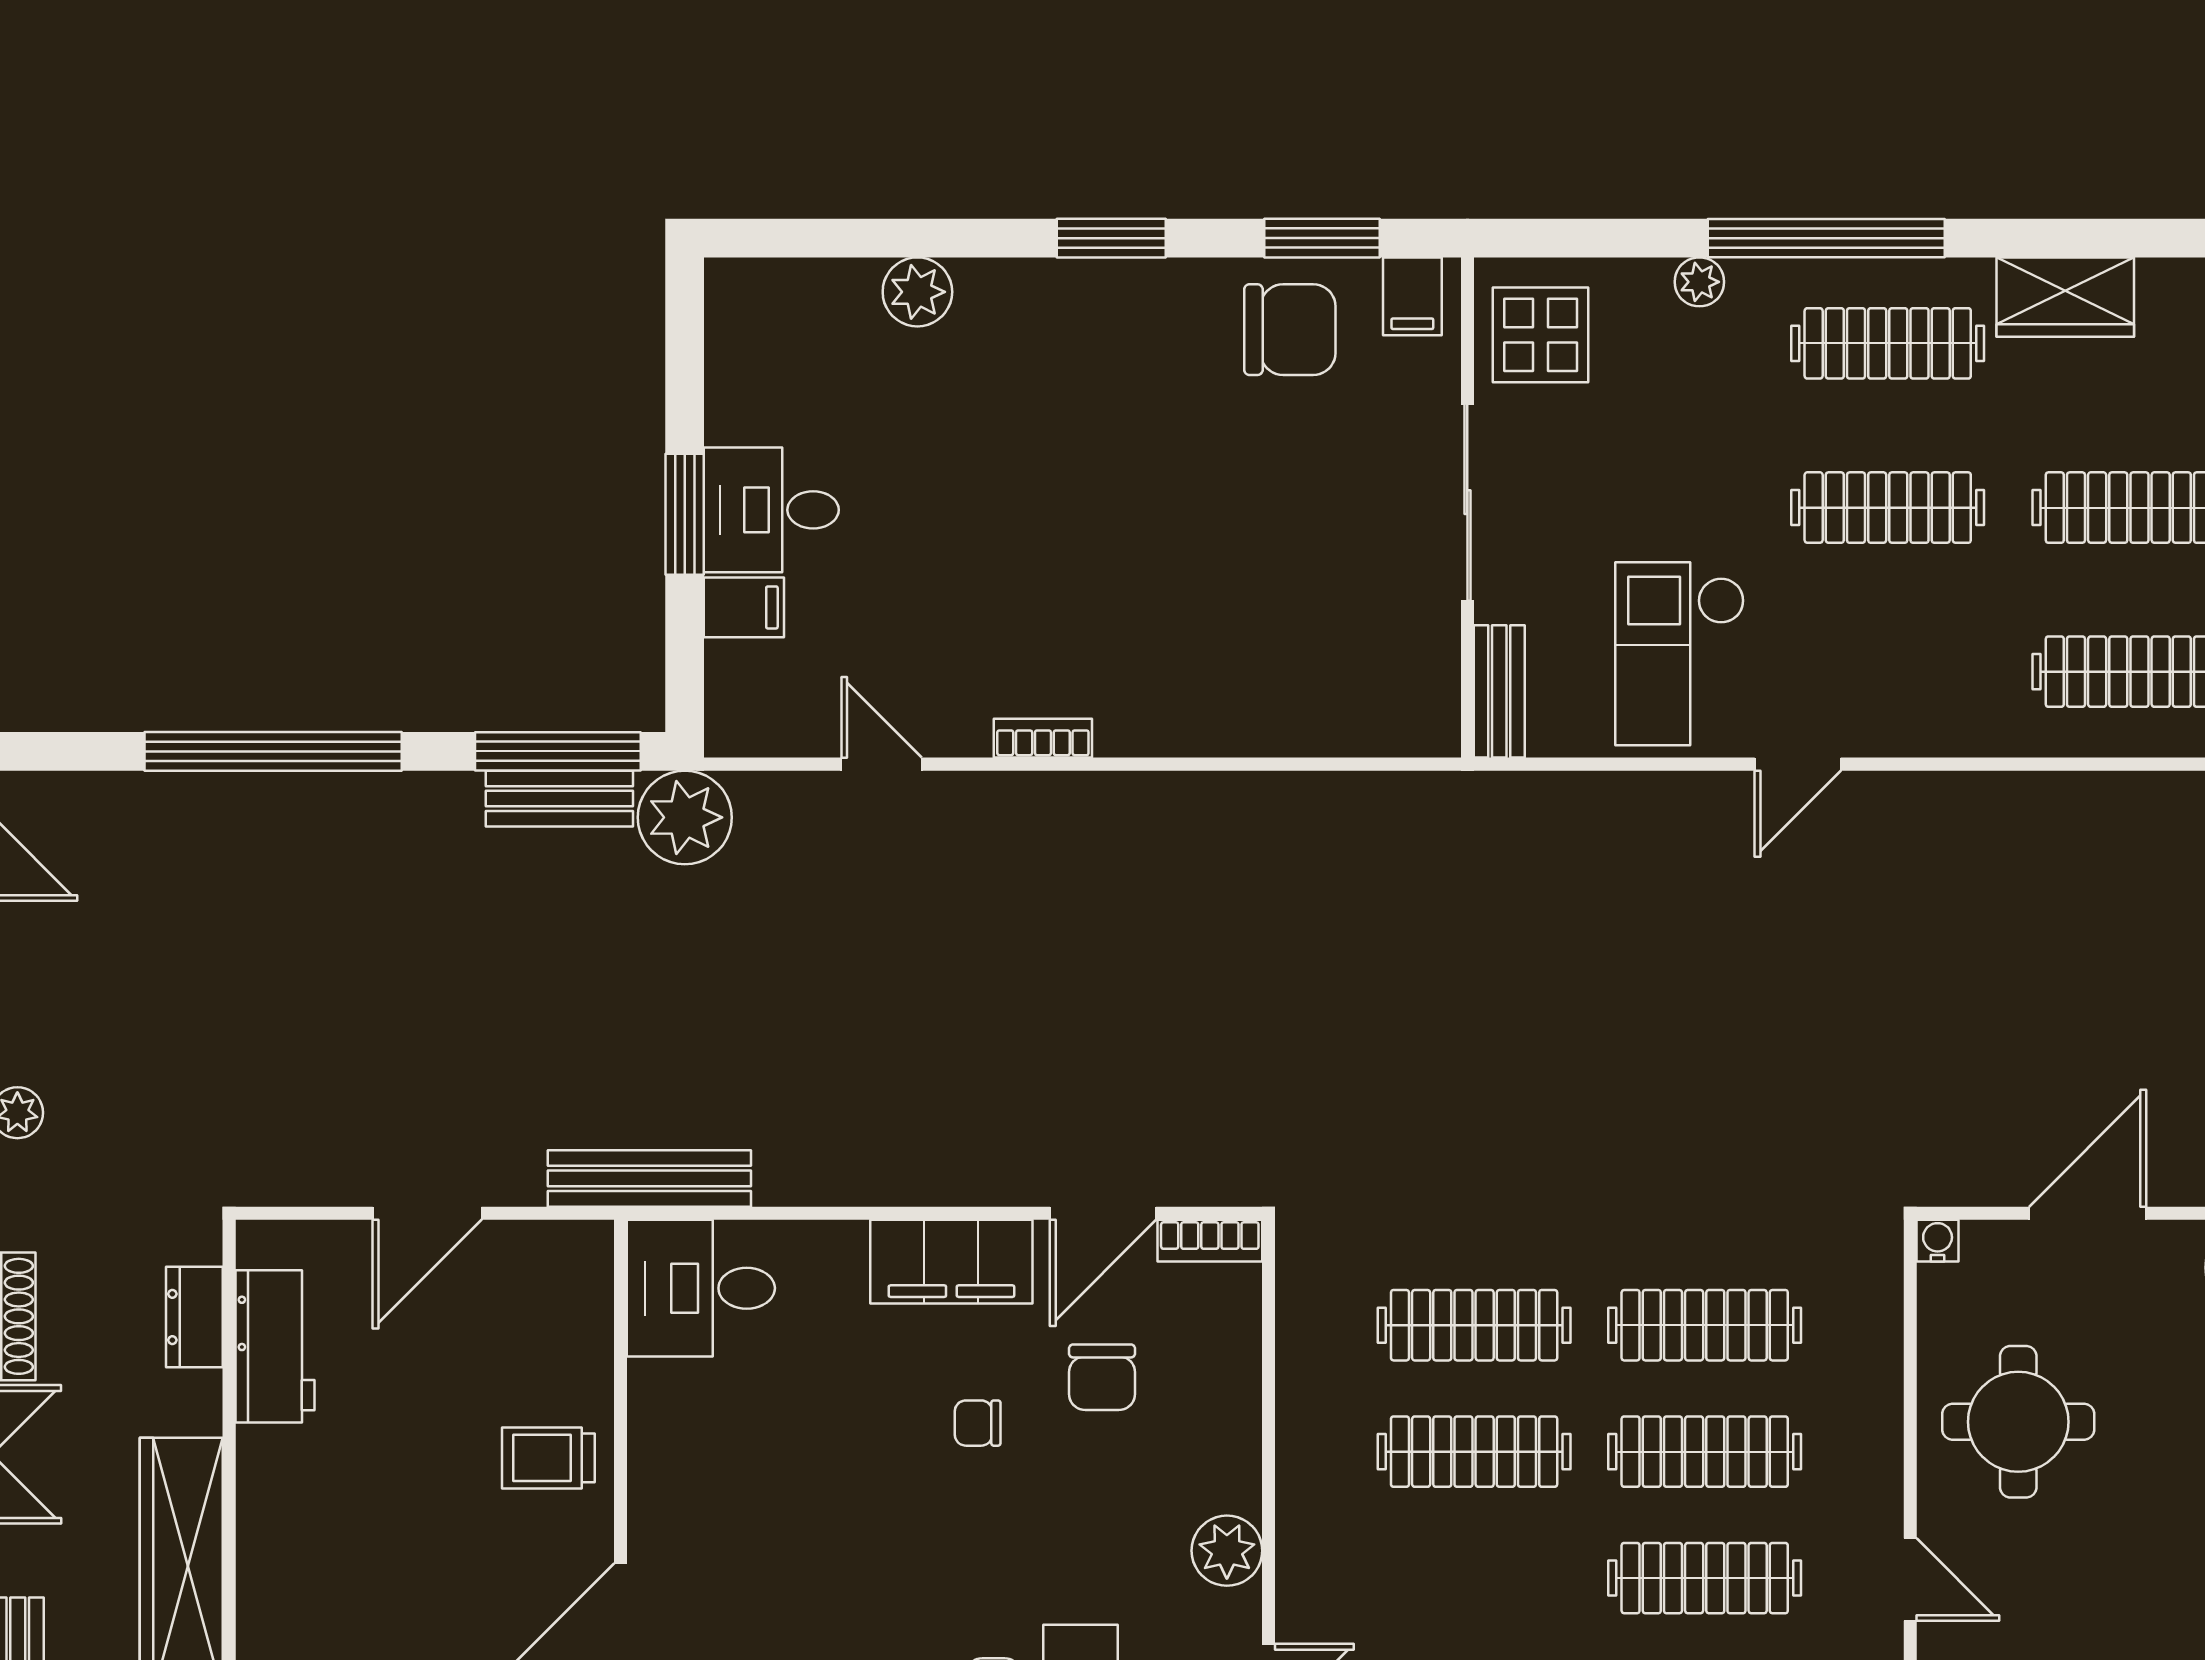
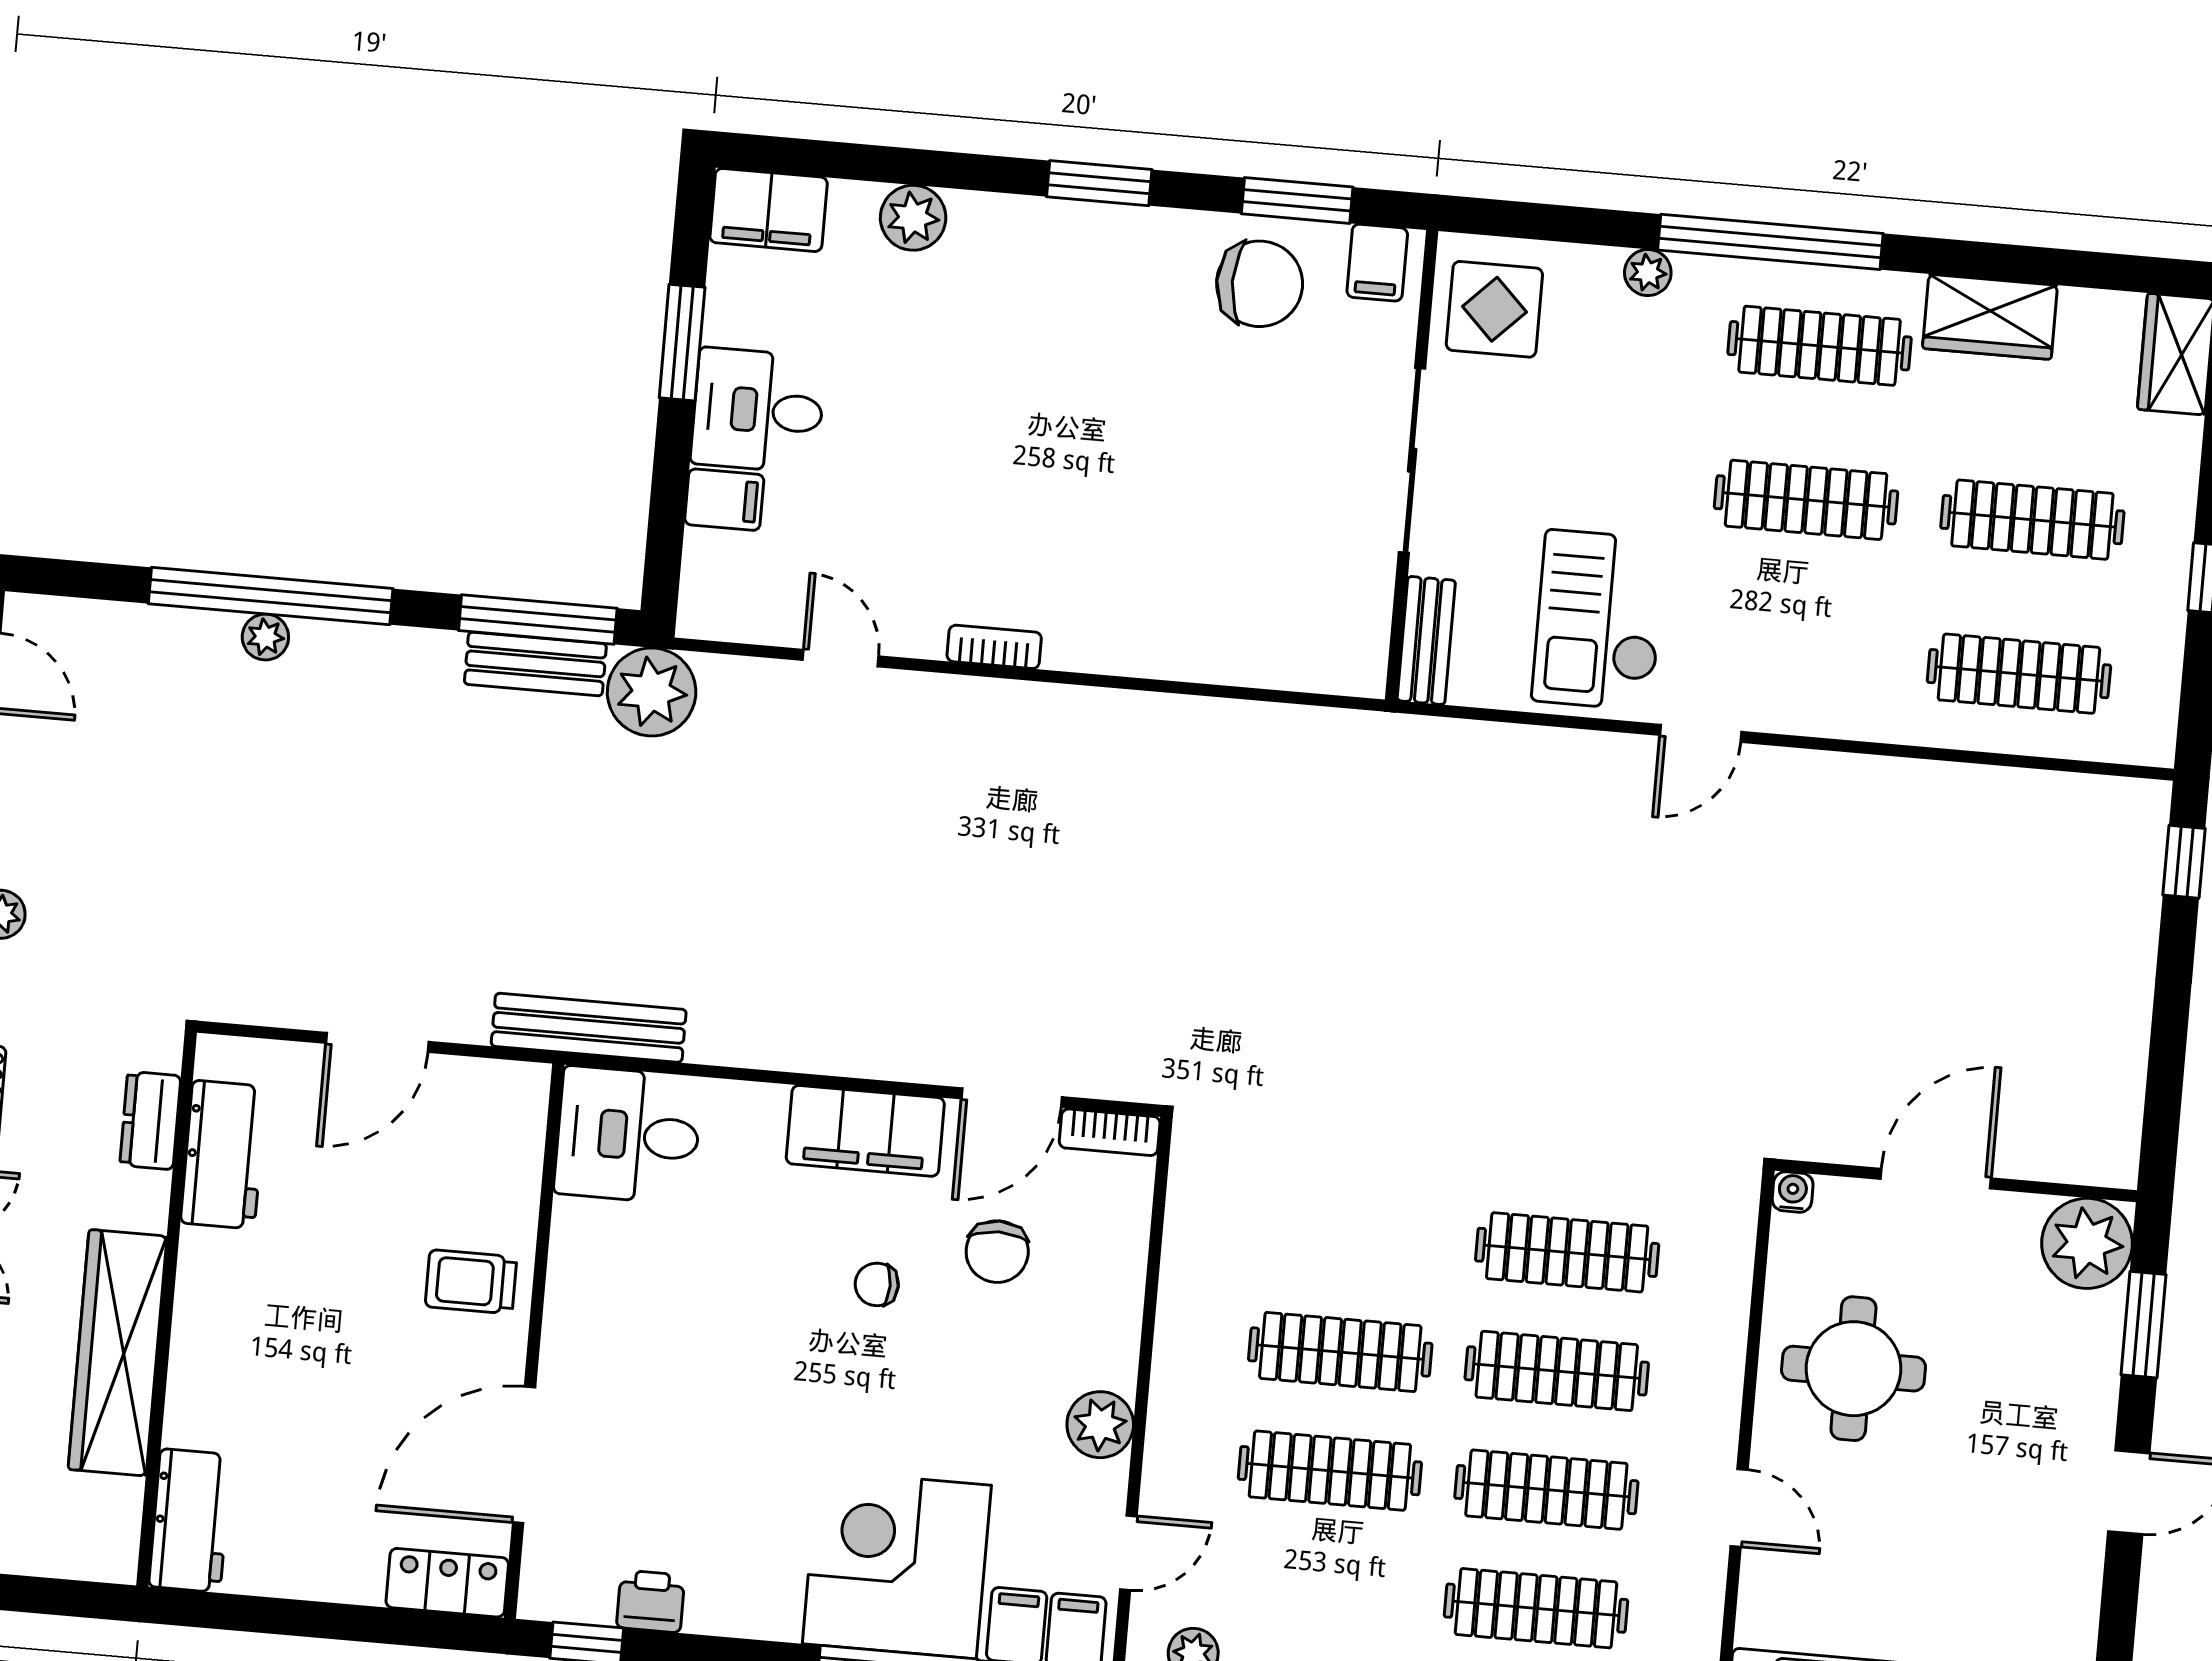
filing cabinet: (764, 297) -> (769, 210), added
window: (685, 514) -> (682, 343), moved
plant: (271, 795) -> (265, 637), added
clothes rail: (1474, 1325) -> (1330, 1471), moved

